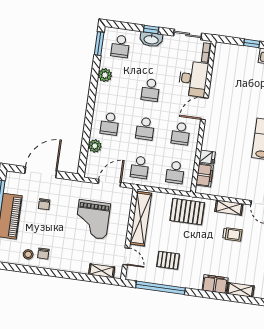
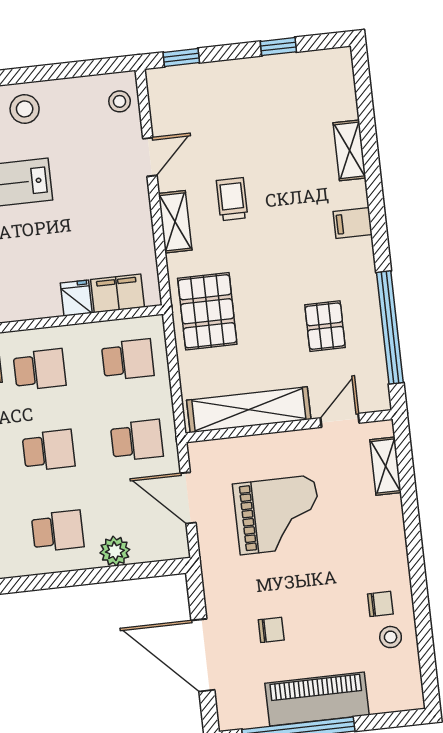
filing cabinet: (215, 284) -> (353, 223), width x0.50

